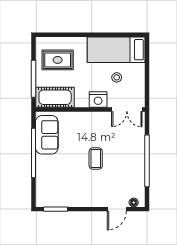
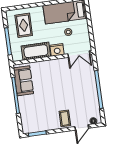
rug: (58, 60) -> (24, 25), turned 90
cot: (55, 97) -> (36, 51), moved
coffee table: (96, 159) -> (65, 118), moved

